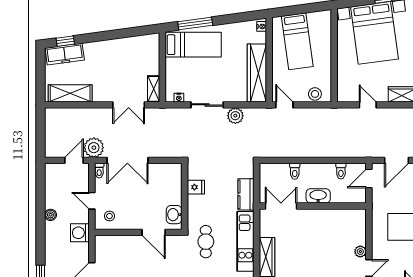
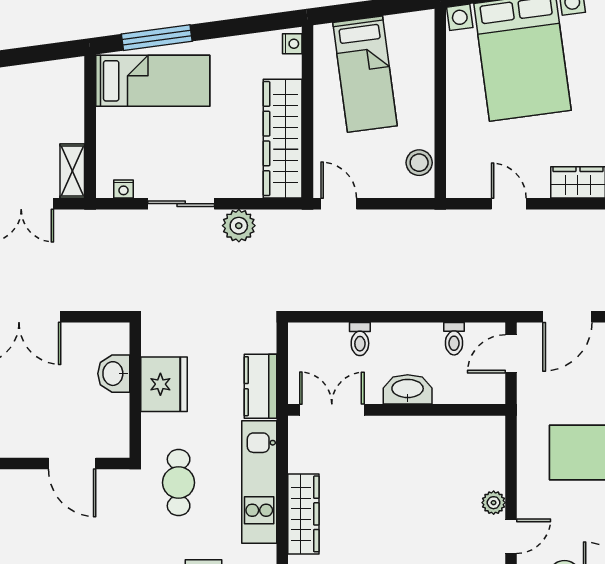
stool: (315, 94) -> (419, 163), moved
fridge: (196, 187) -> (164, 384), width x1.88, depth x1.34
washbasin: (174, 215) -> (114, 374), moved

